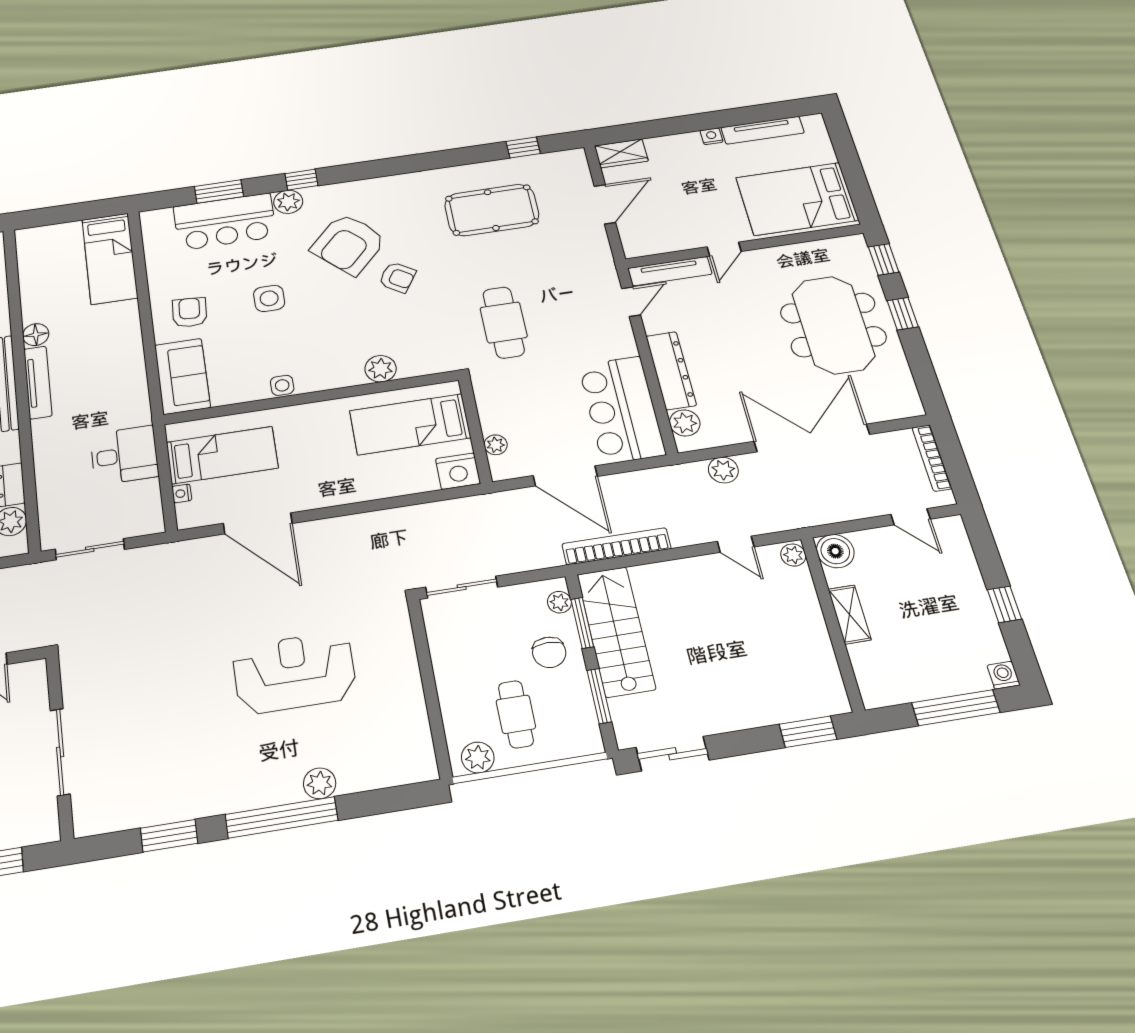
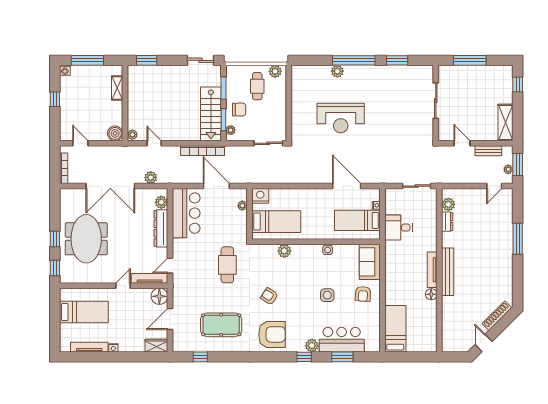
bed: (797, 199) -> (84, 312), width x0.67
floor lamp: (639, 242) -> (159, 296), added
armchair: (349, 244) -> (272, 334), moved, turned 46
shelving: (850, 614) -> (117, 88), moved
chair: (549, 652) -> (239, 110), turned 90

